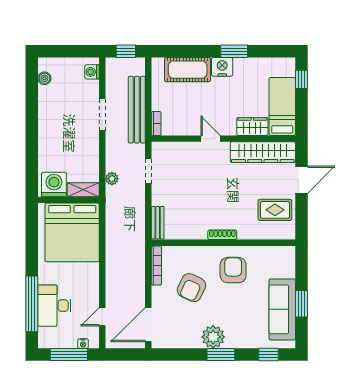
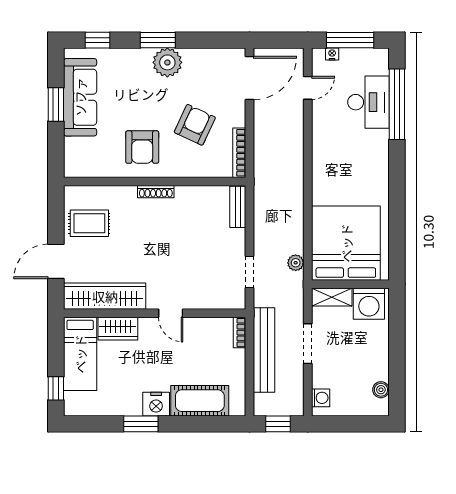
washing machine: (54, 185) -> (369, 304), moved
shelving: (83, 190) -> (332, 297), moved
wall: (69, 200) -> (350, 284), moved
bed: (72, 232) -> (346, 243), moved

